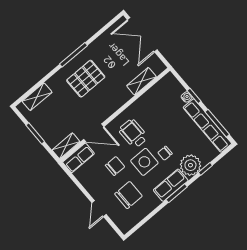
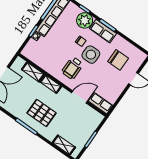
door: (94, 133) -> (79, 97), hinge flipped
shelving: (66, 146) -> (51, 84), moved
chair: (115, 166) -> (100, 75), removed
chair: (128, 195) -> (118, 60), turned 180

